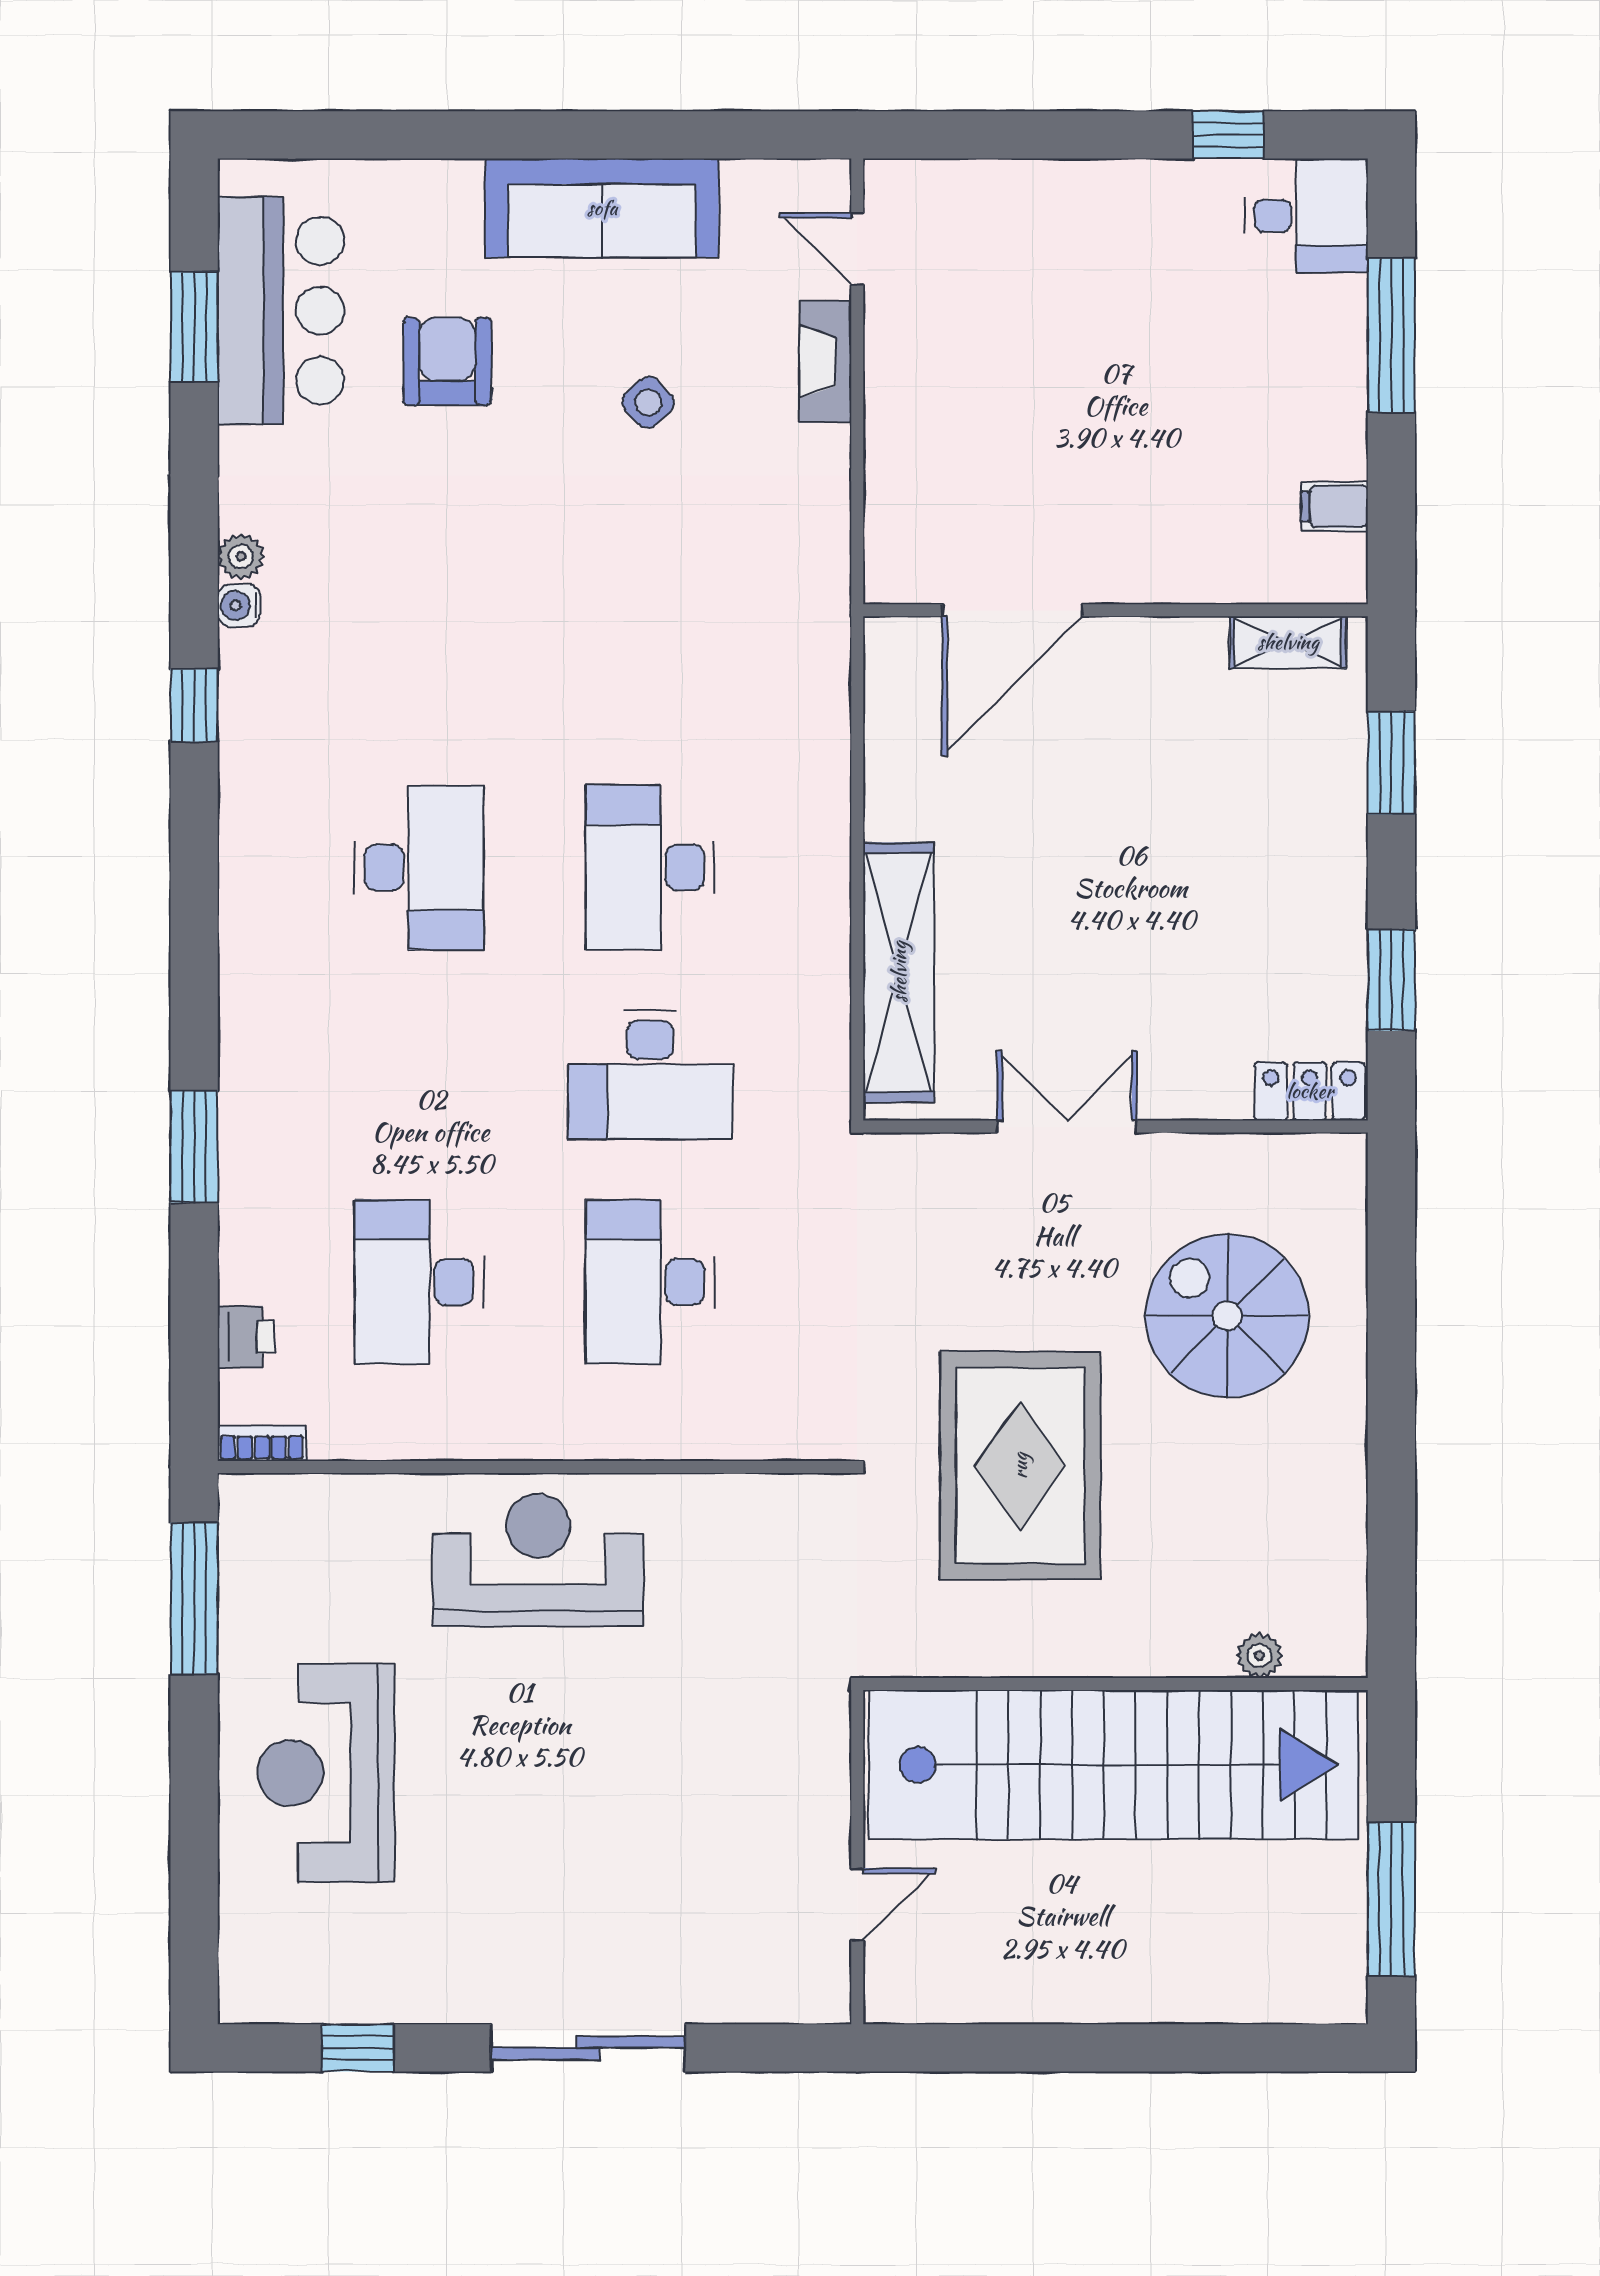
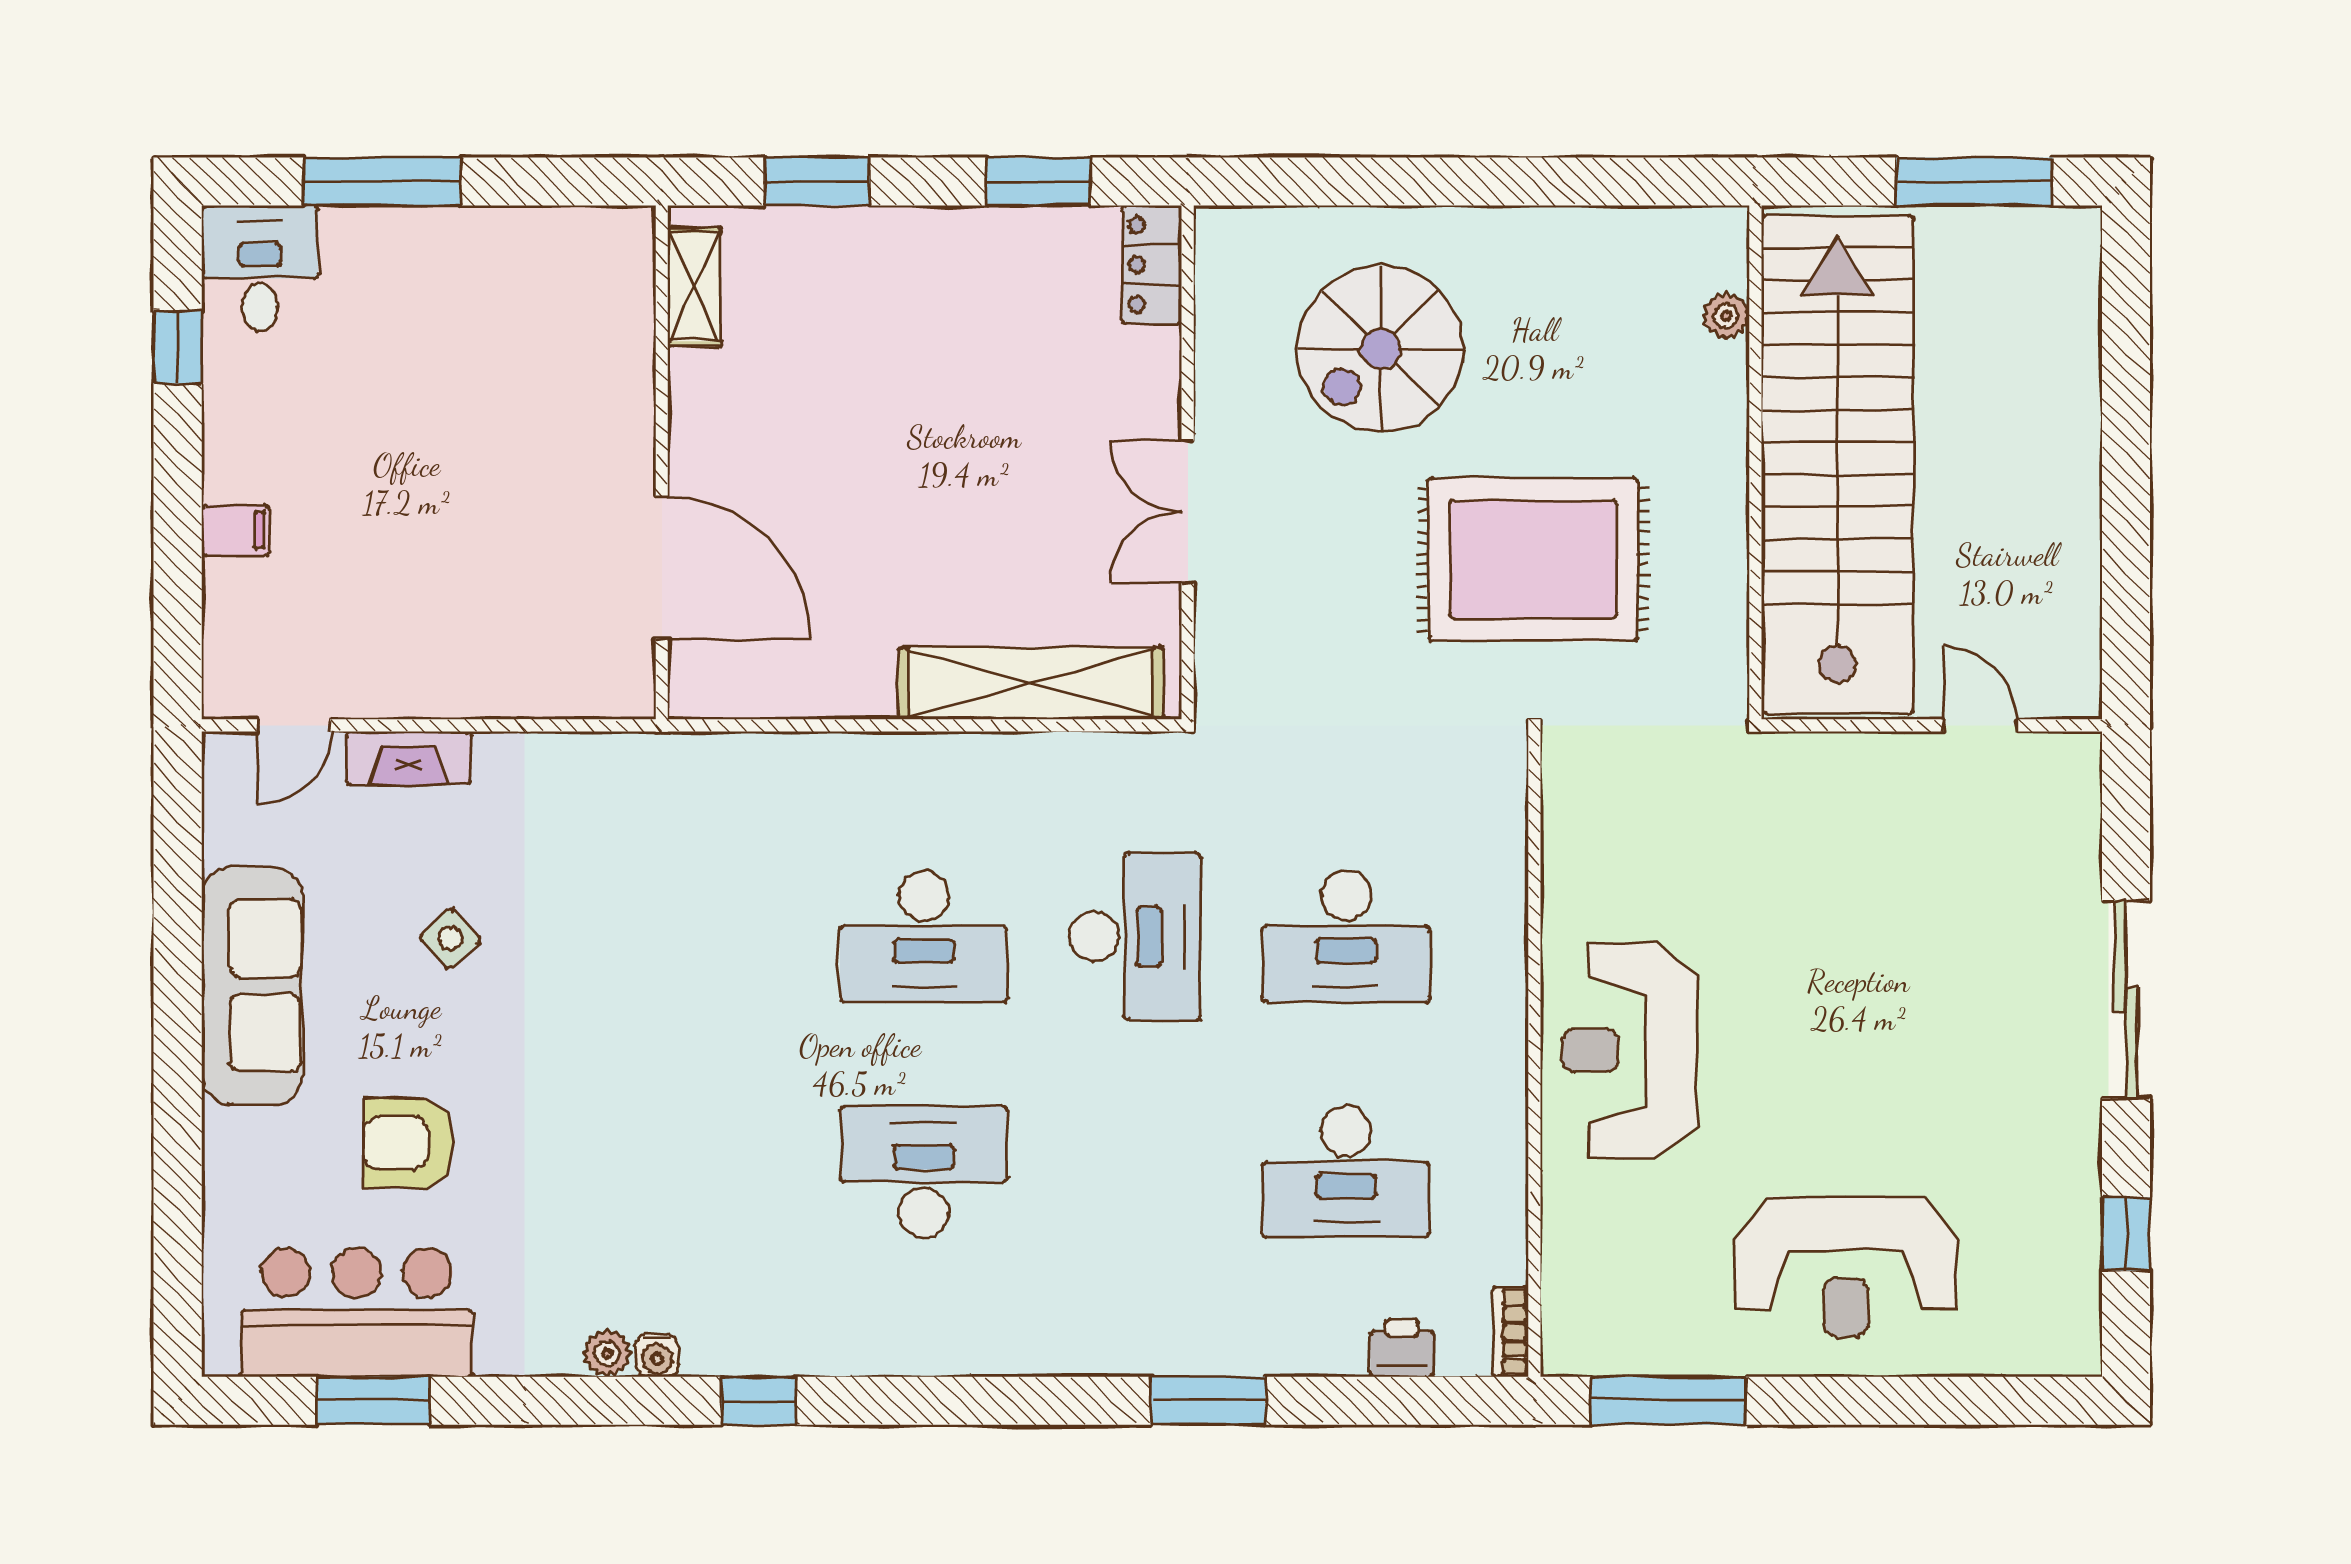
filing cabinet: (1334, 507) -> (236, 530), moved, turned -90

